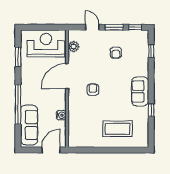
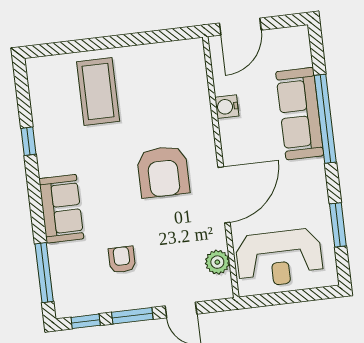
window: (151, 51) -> (44, 273), width x2.17
armchair: (93, 90) -> (163, 172), width x1.88, depth x1.88
sofa: (140, 91) -> (61, 209), moved
sofa: (29, 125) -> (300, 114), moved
coffee table: (118, 129) -> (98, 91), turned 90

